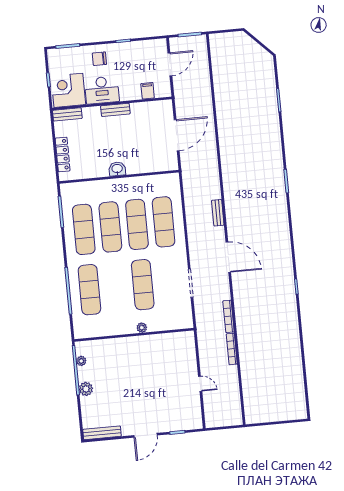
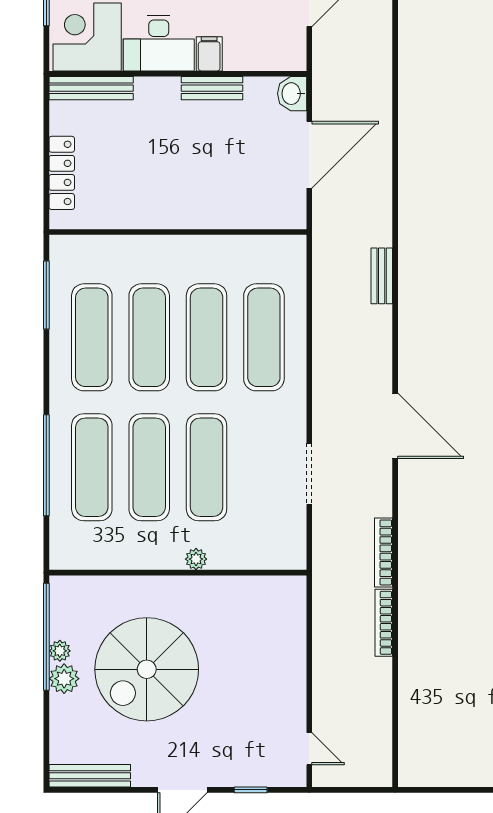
filing cabinet: (148, 91) -> (209, 54), moved
bench: (115, 110) -> (212, 88), moved
bench: (67, 114) -> (91, 88), width x1.36
washbasin: (117, 169) -> (292, 94), moved, turned -90
bench: (218, 213) -> (382, 276), moved
exercise mat: (116, 287) -> (149, 467), added
plant: (81, 361) -> (60, 651), moved
spiral stairs: (124, 381) -> (147, 669), added
door: (200, 384) -> (309, 749), moved

